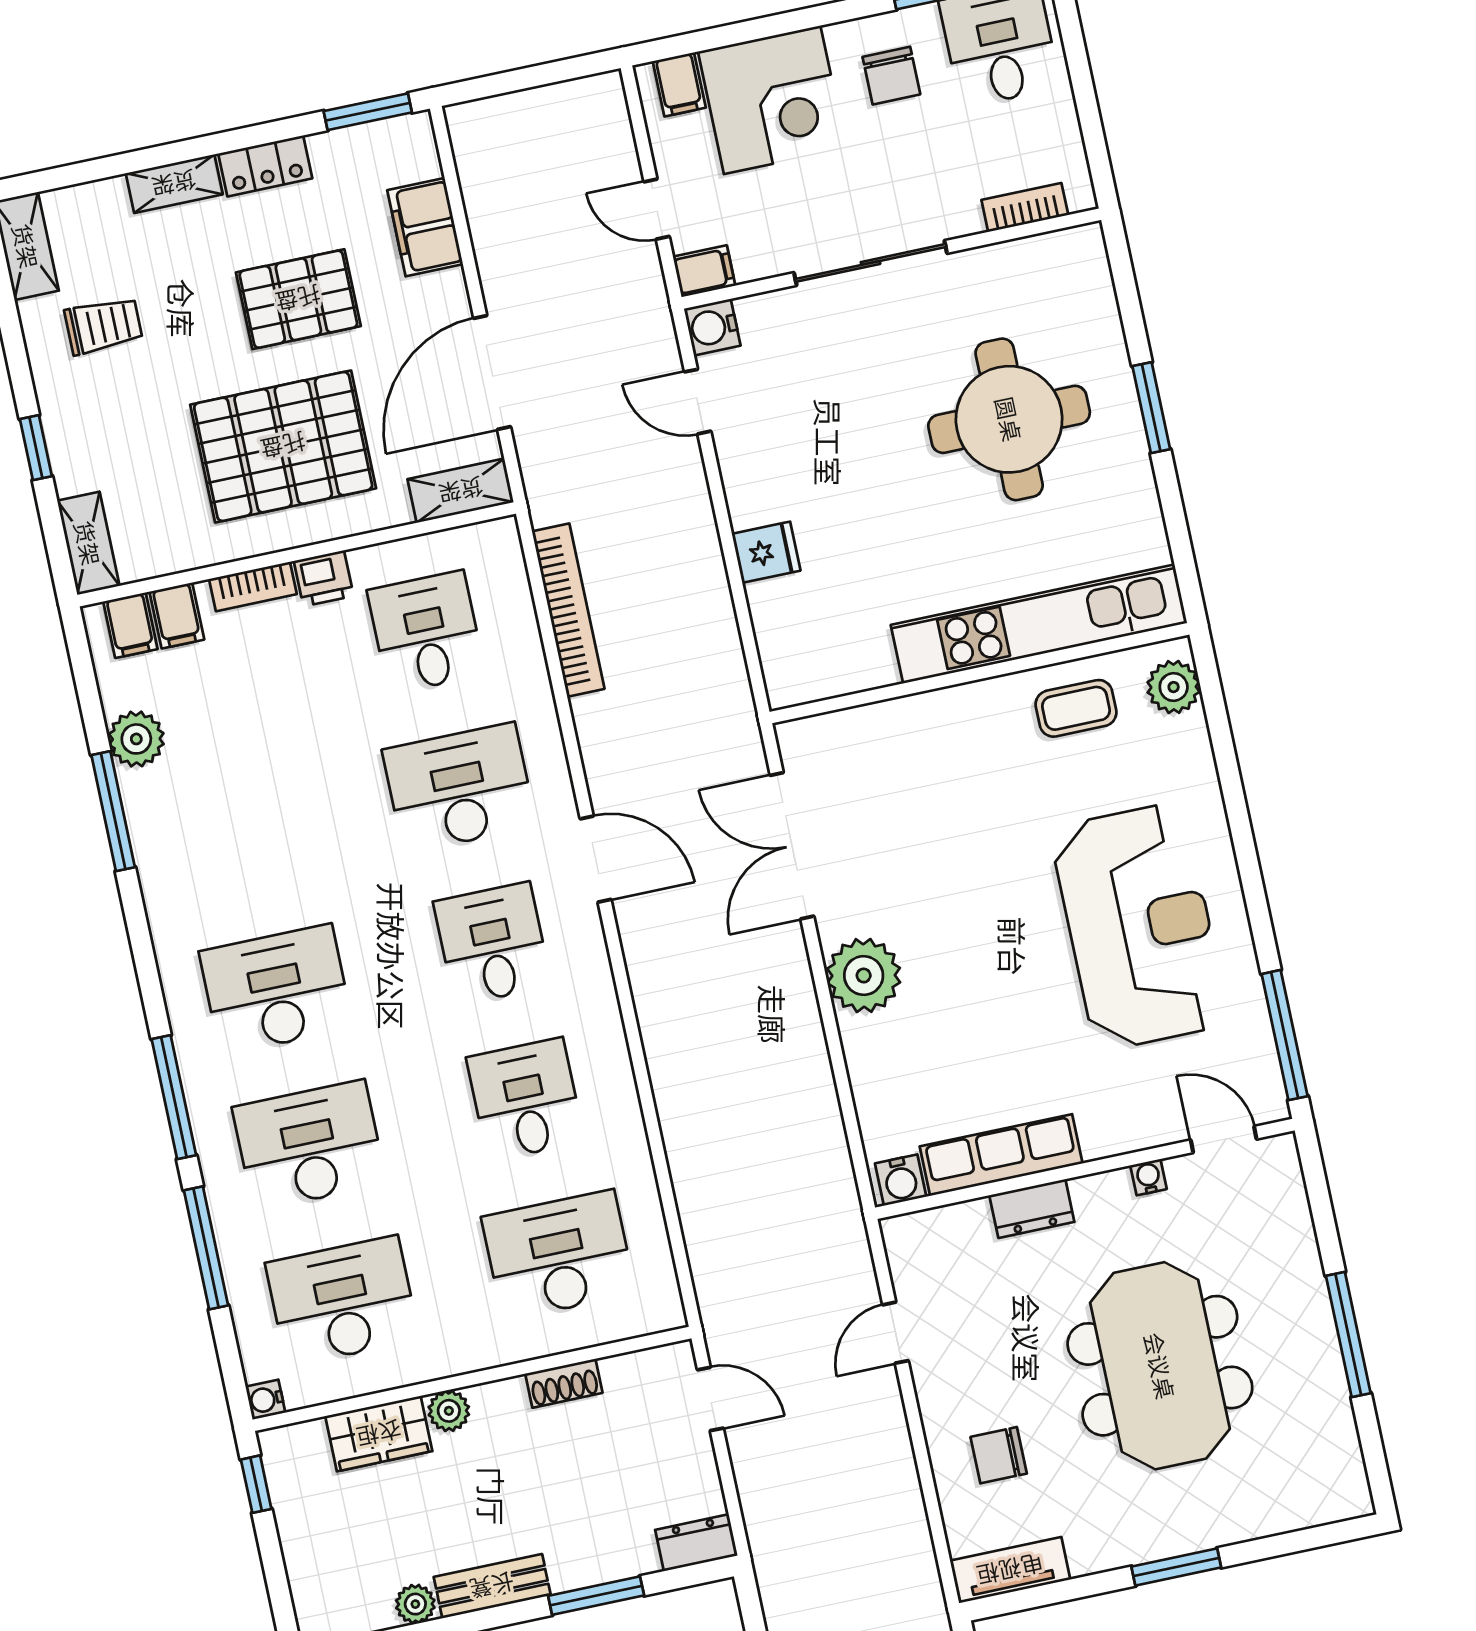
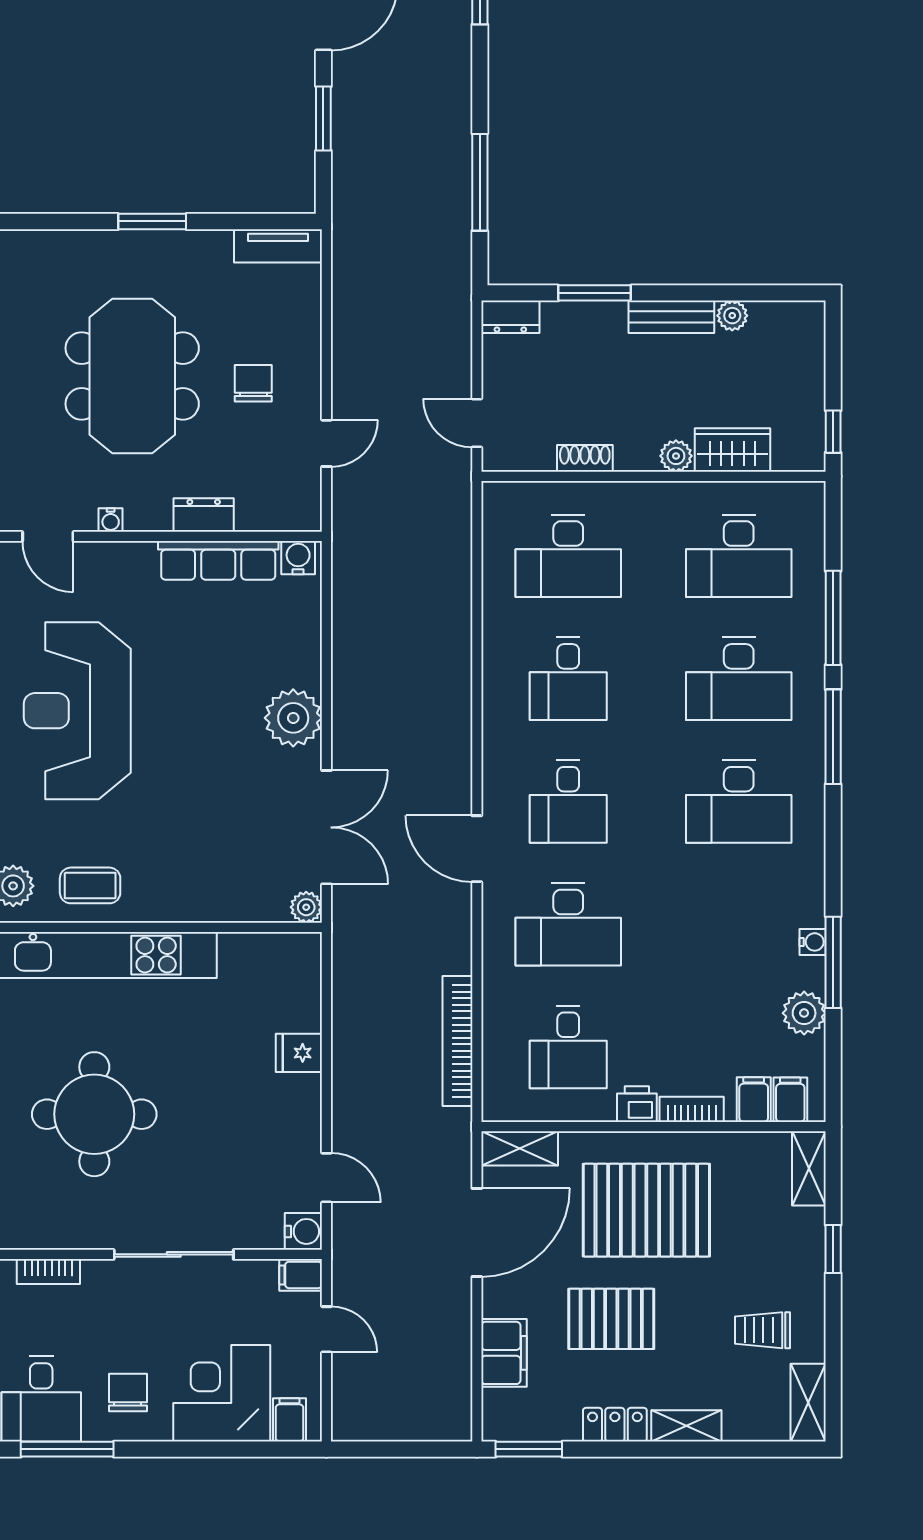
plant: (796, 739) -> (306, 907), added
water cooler: (265, 1400) -> (813, 942), moved
chair: (999, 1455) -> (253, 383), moved, turned -90

